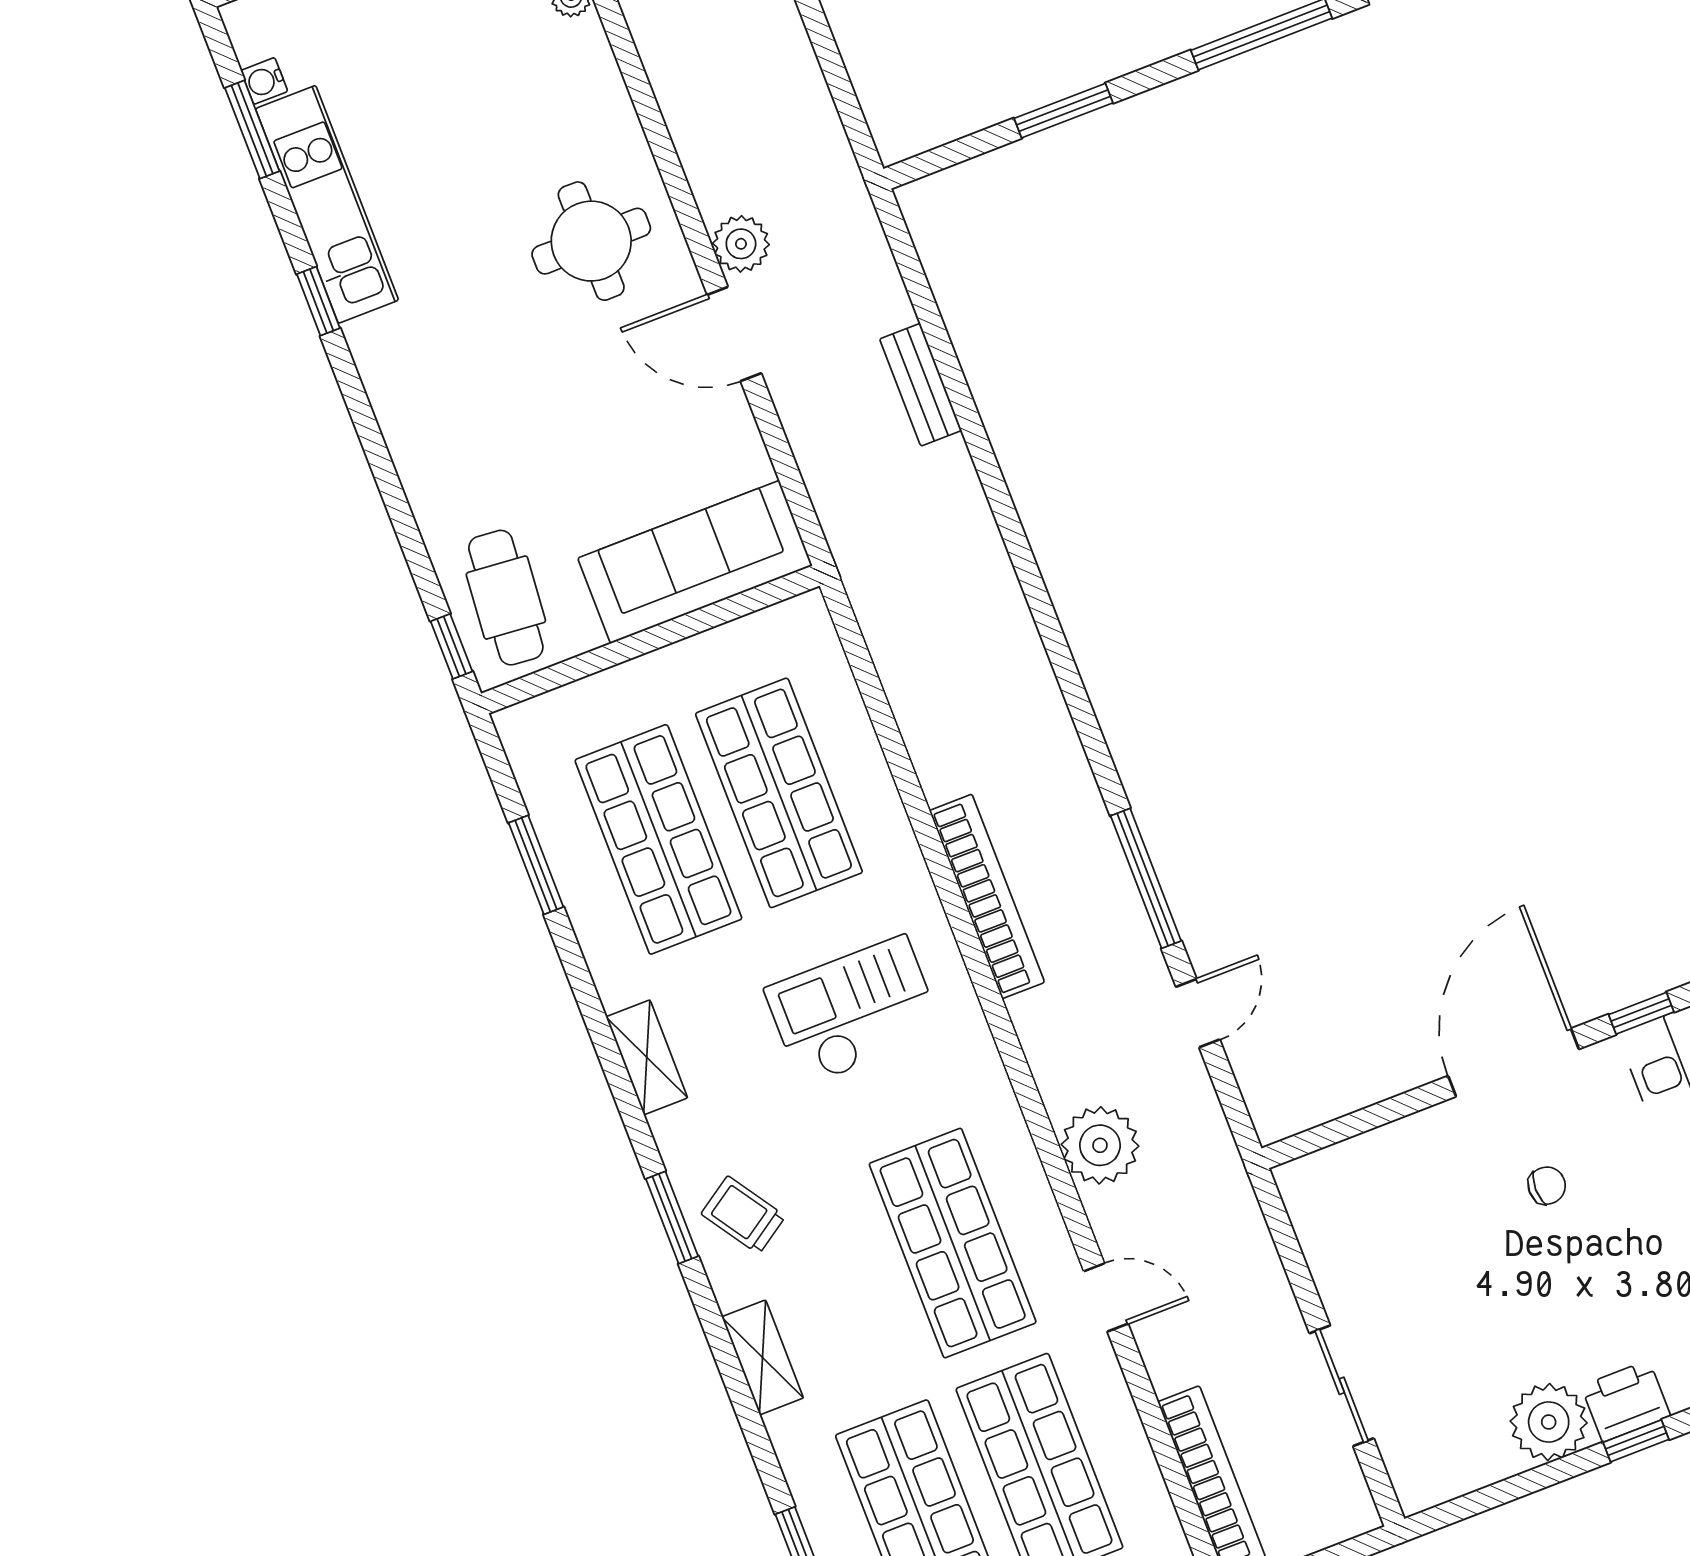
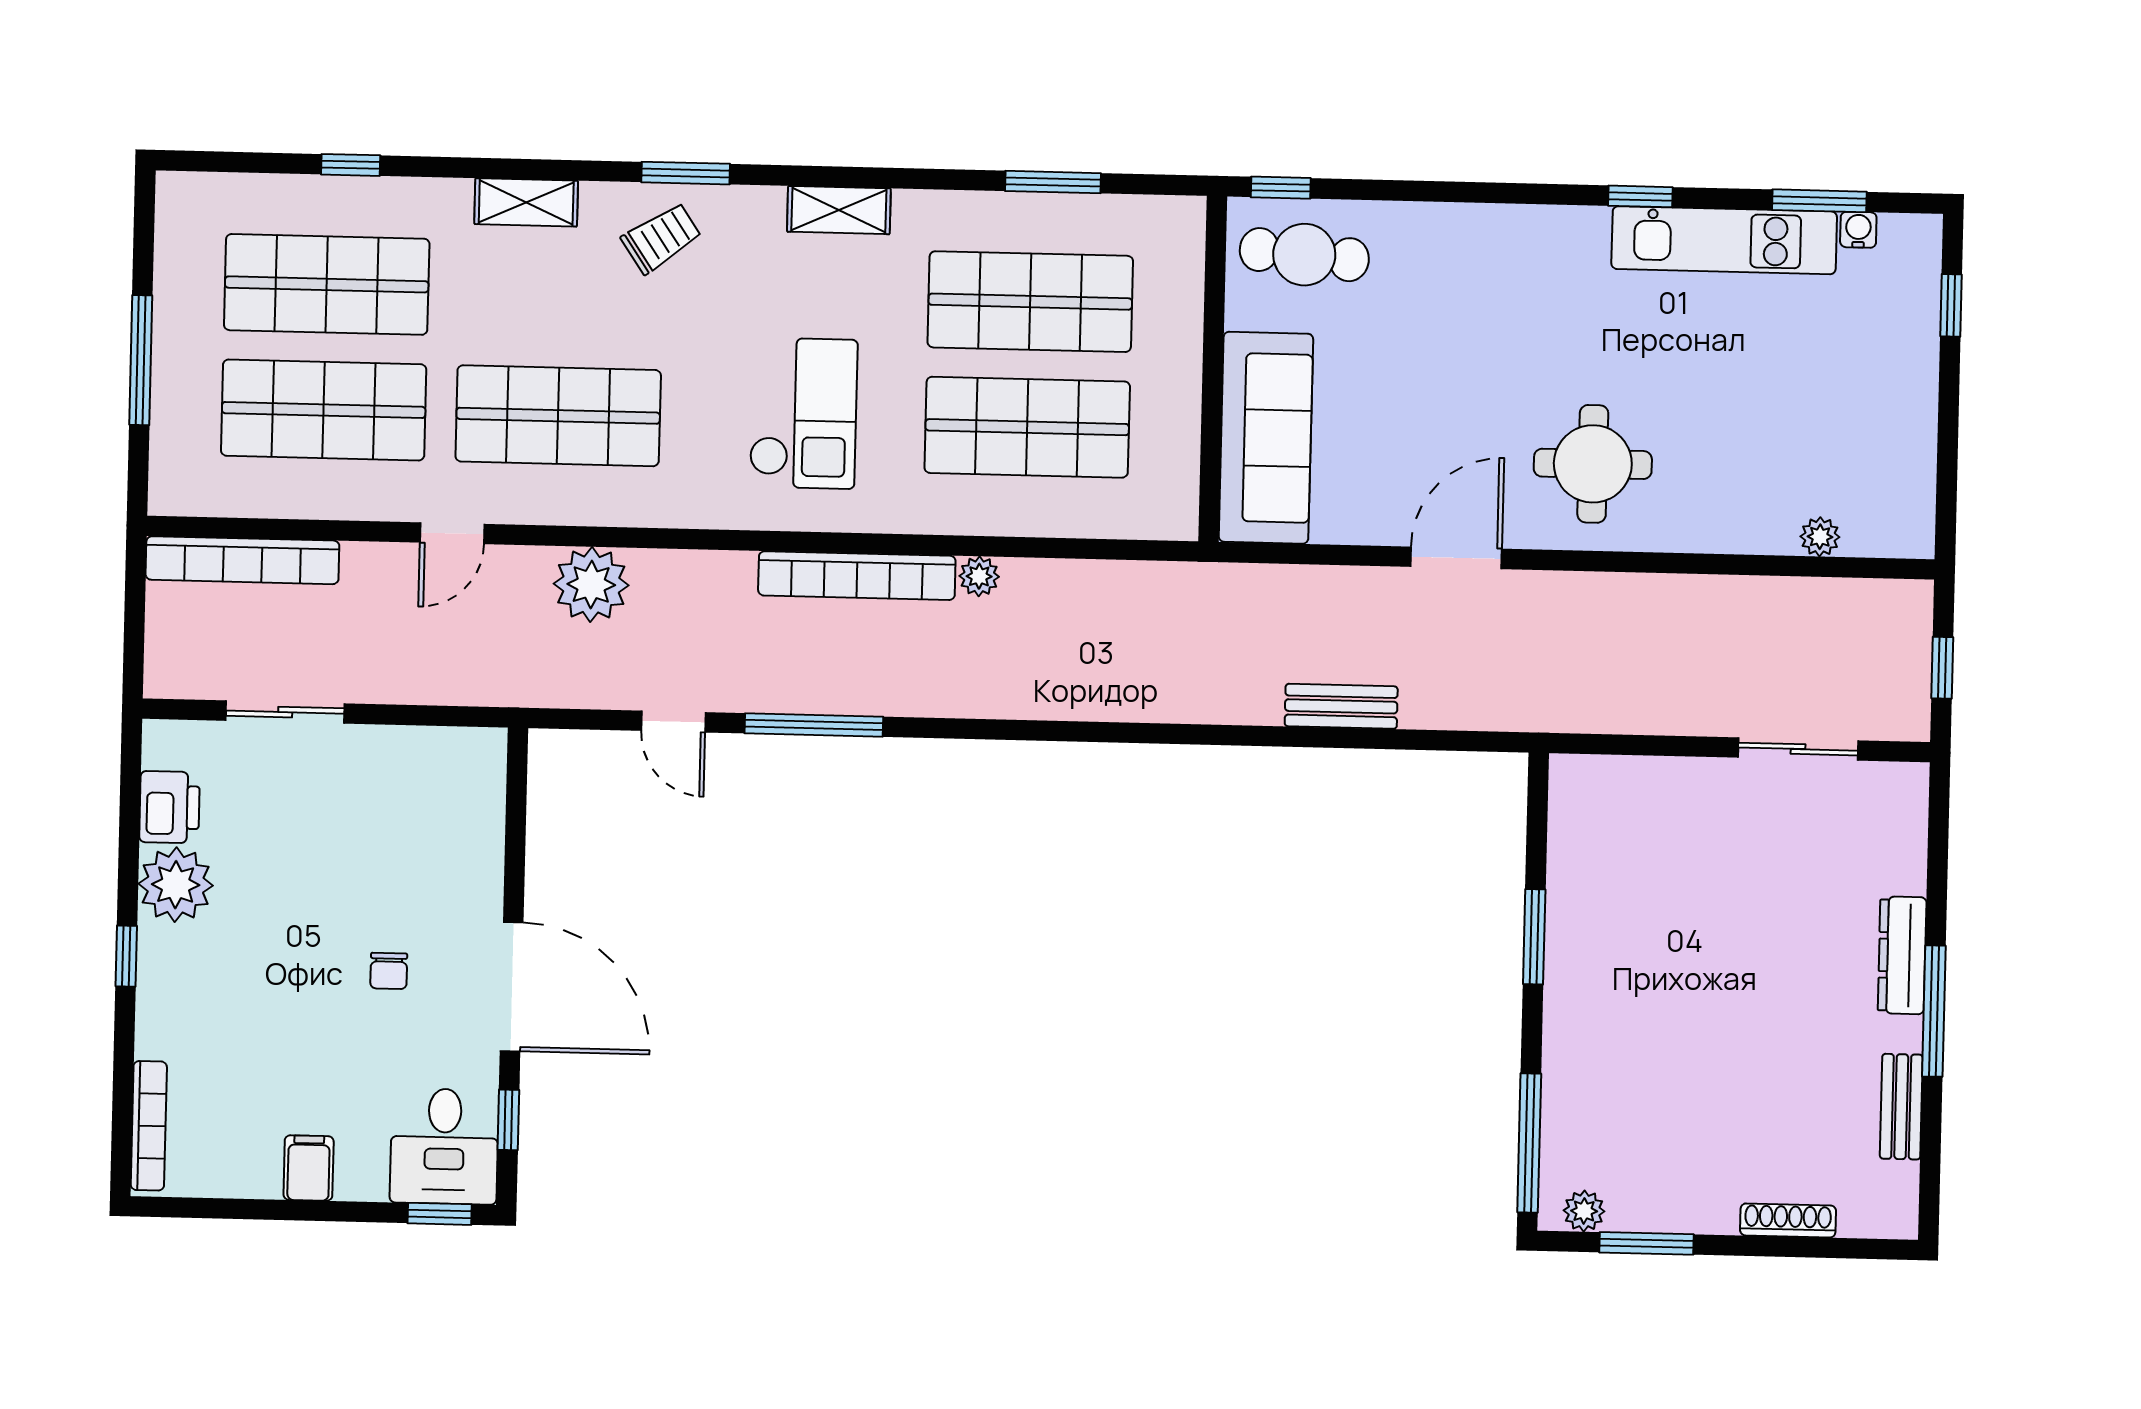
plant: (741, 244) -> (979, 576), moved, width x0.73, depth x0.73
printer: (1626, 1401) -> (170, 807), moved

